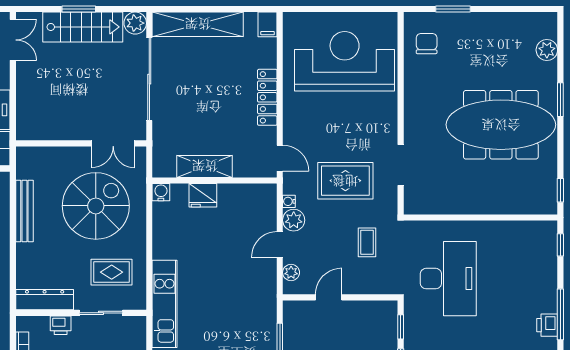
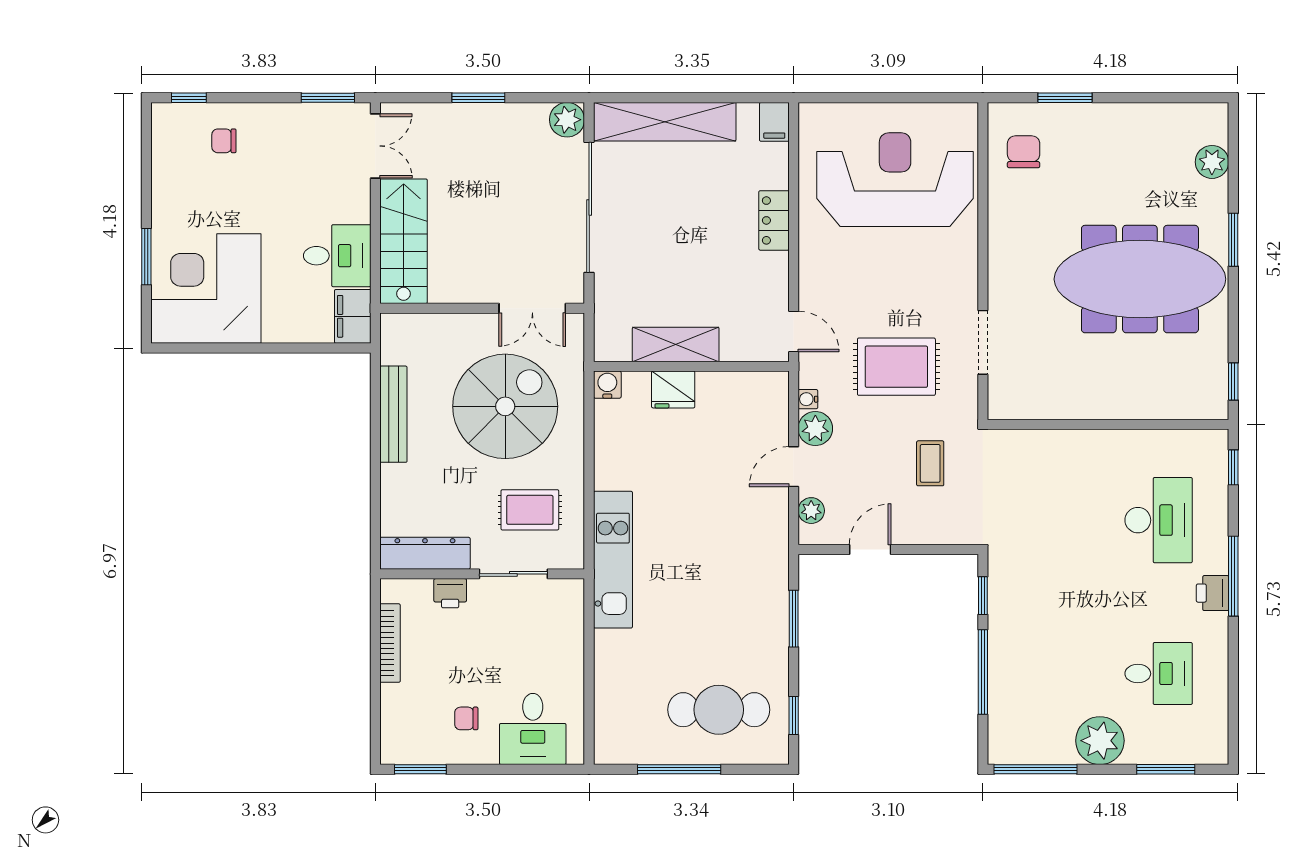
stairs: (83, 27) -> (404, 241), moved, turned -90
locker: (267, 97) -> (774, 220), width x0.66
desk: (448, 279) -> (1159, 520), moved, width x0.73, depth x0.77

